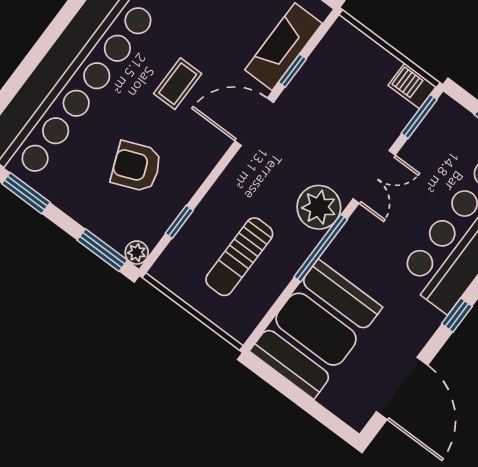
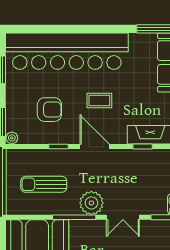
door: (254, 122) -> (95, 147), moved
armchair: (136, 166) -> (49, 110), turned 112
window: (179, 222) -> (58, 147), moved

